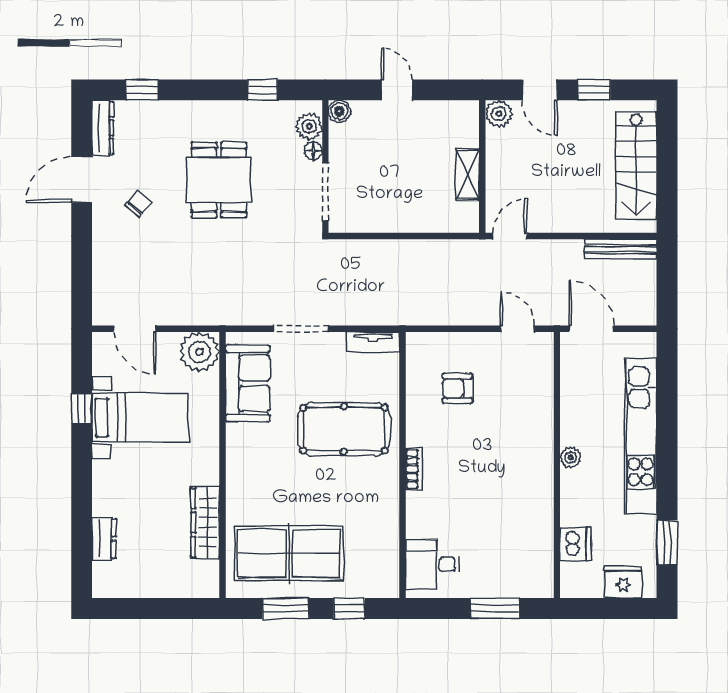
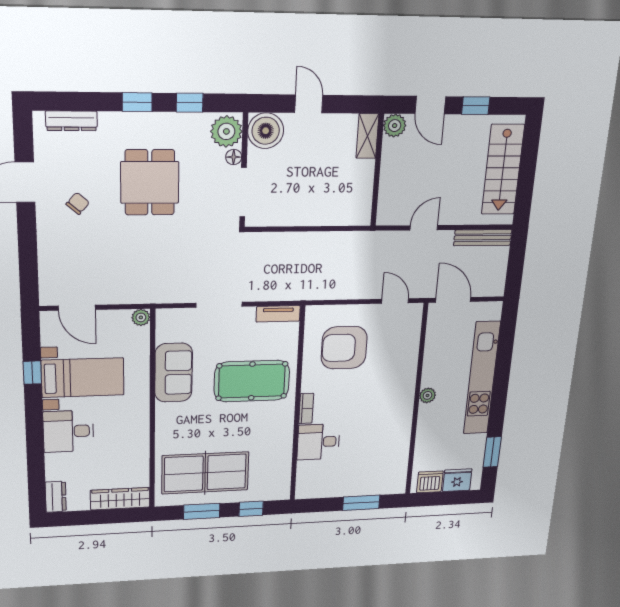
window: (142, 90) -> (137, 102), moved
boiler: (339, 111) -> (266, 131), width x1.86, depth x1.86
plant: (309, 126) -> (226, 131), width x1.36, depth x1.36
dresser: (103, 128) -> (71, 121), moved, turned 90
shelving: (468, 175) -> (367, 136), moved
door: (510, 236) -> (424, 228), moved
plant: (199, 352) -> (141, 317), width x0.53, depth x0.53
sofa: (248, 383) -> (174, 373), moved
armchair: (457, 388) -> (344, 348), width x1.88, depth x1.88
desk: (121, 488) -> (68, 431), added
wardrobe: (205, 522) -> (120, 499), moved, turned 90
dresser: (104, 539) -> (56, 497), moved
dishwasher: (576, 544) -> (430, 482), moved, turned -90
desk: (432, 564) -> (318, 442), moved

